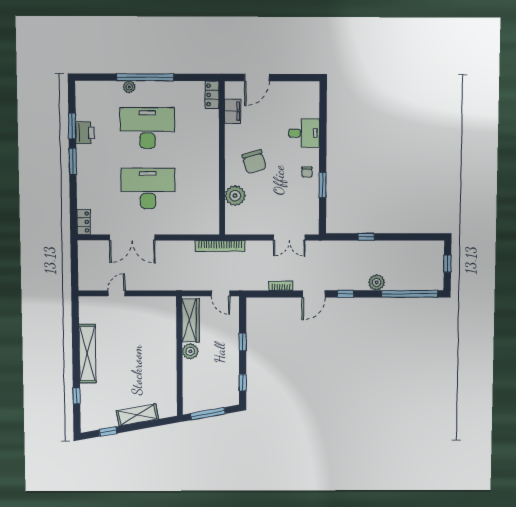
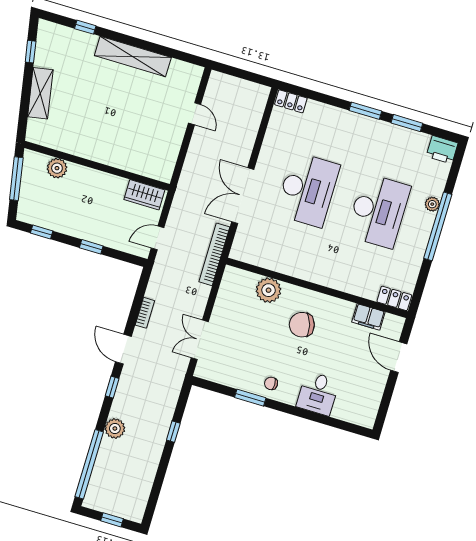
printer: (85, 133) -> (442, 150), moved
double door: (132, 237) -> (243, 196), moved
wardrobe: (190, 320) -> (144, 195), width x0.67
plant: (190, 351) -> (57, 168), moved

